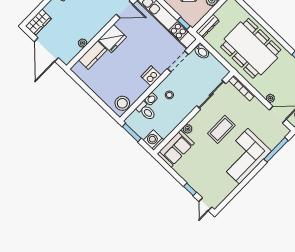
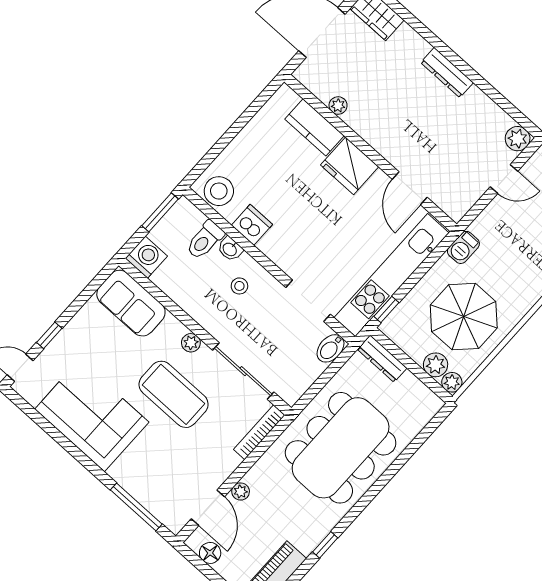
dishwasher: (151, 76) -> (252, 225), moved
plant: (188, 129) -> (191, 343), moved
coffee table: (221, 129) -> (174, 394), width x1.36, depth x1.32
corner sofa: (244, 156) -> (92, 416), moved

